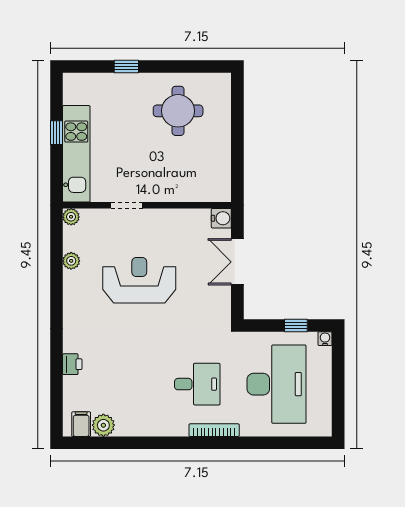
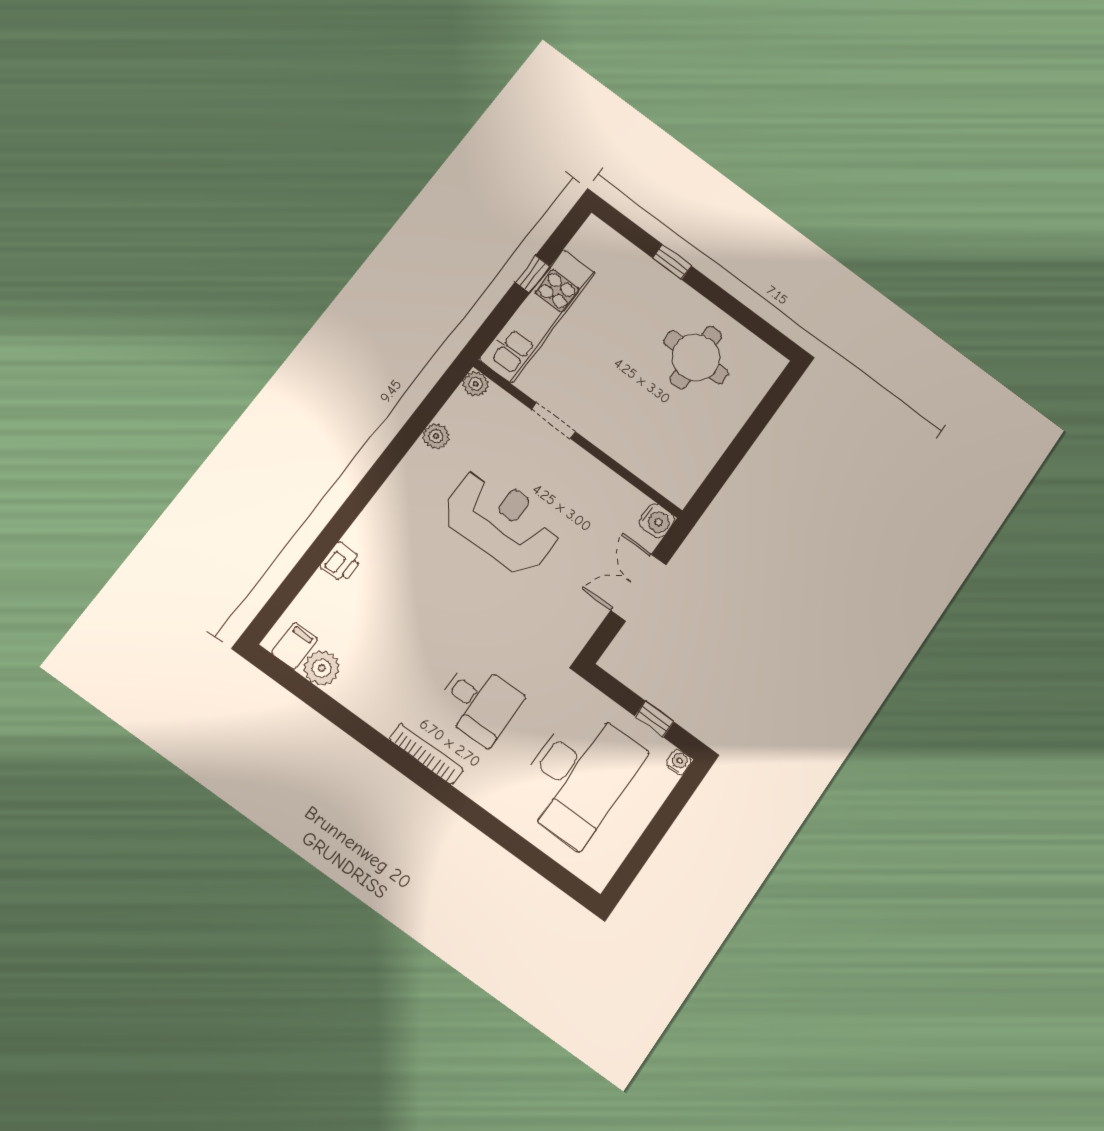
bookcase: (214, 430) -> (426, 754), moved

